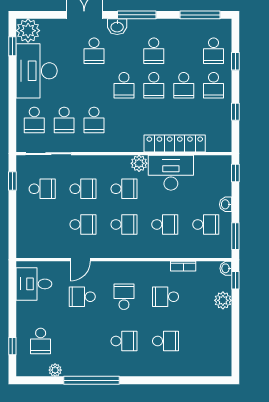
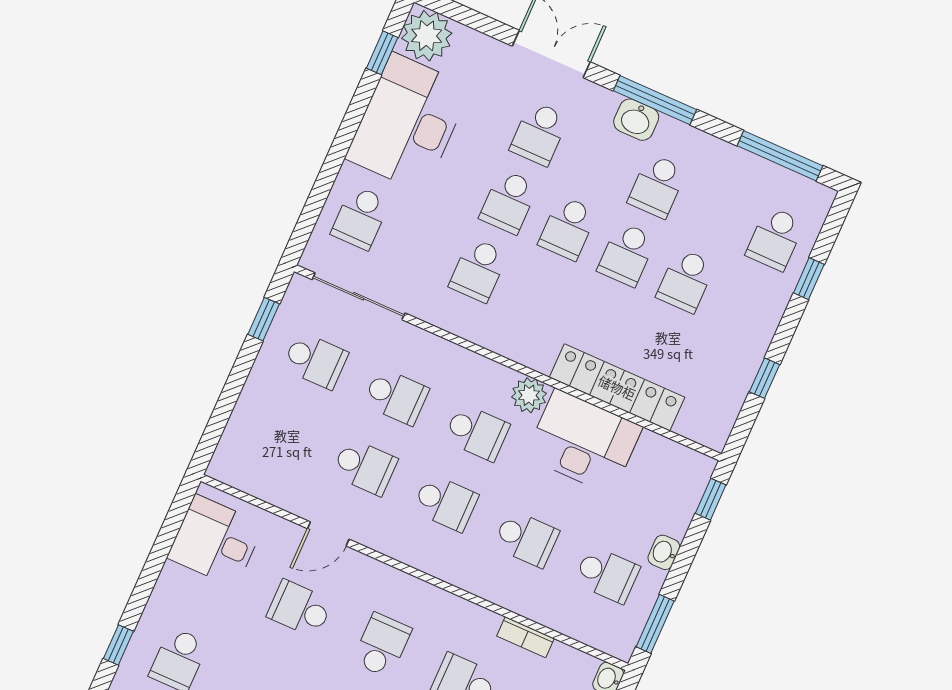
washbasin: (117, 27) -> (636, 120), moved
school desk: (214, 85) -> (745, 307), removed
school desk: (64, 120) -> (509, 202), moved

